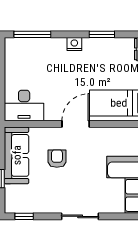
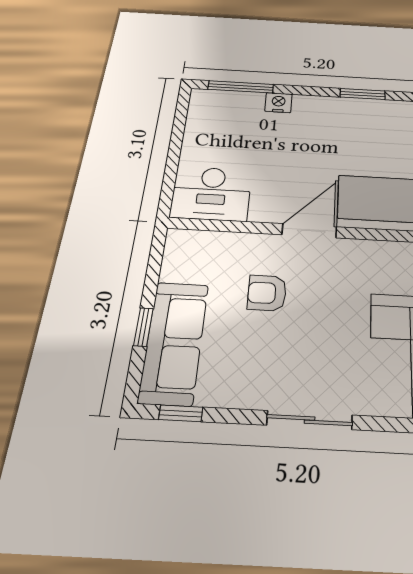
nightstand: (74, 44) -> (279, 103), moved
sofa: (17, 155) -> (174, 342), moved
armchair: (57, 159) -> (267, 293), turned -90

